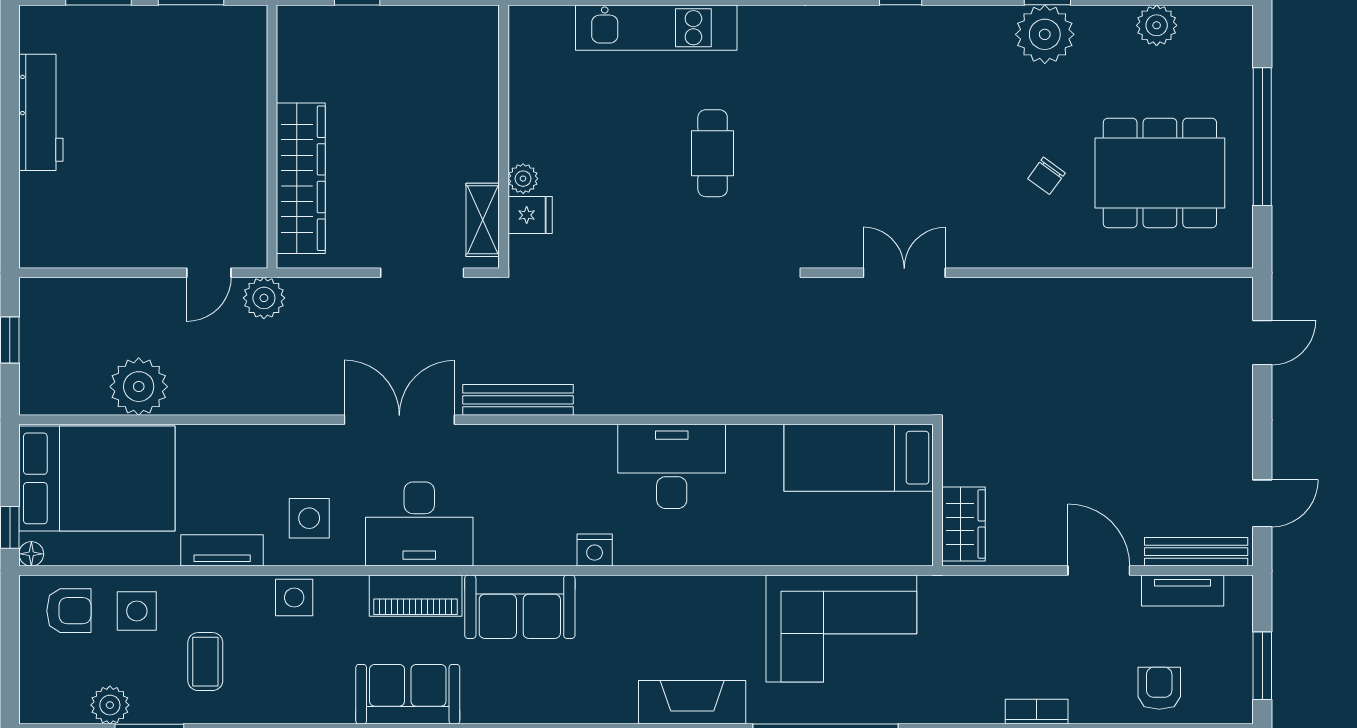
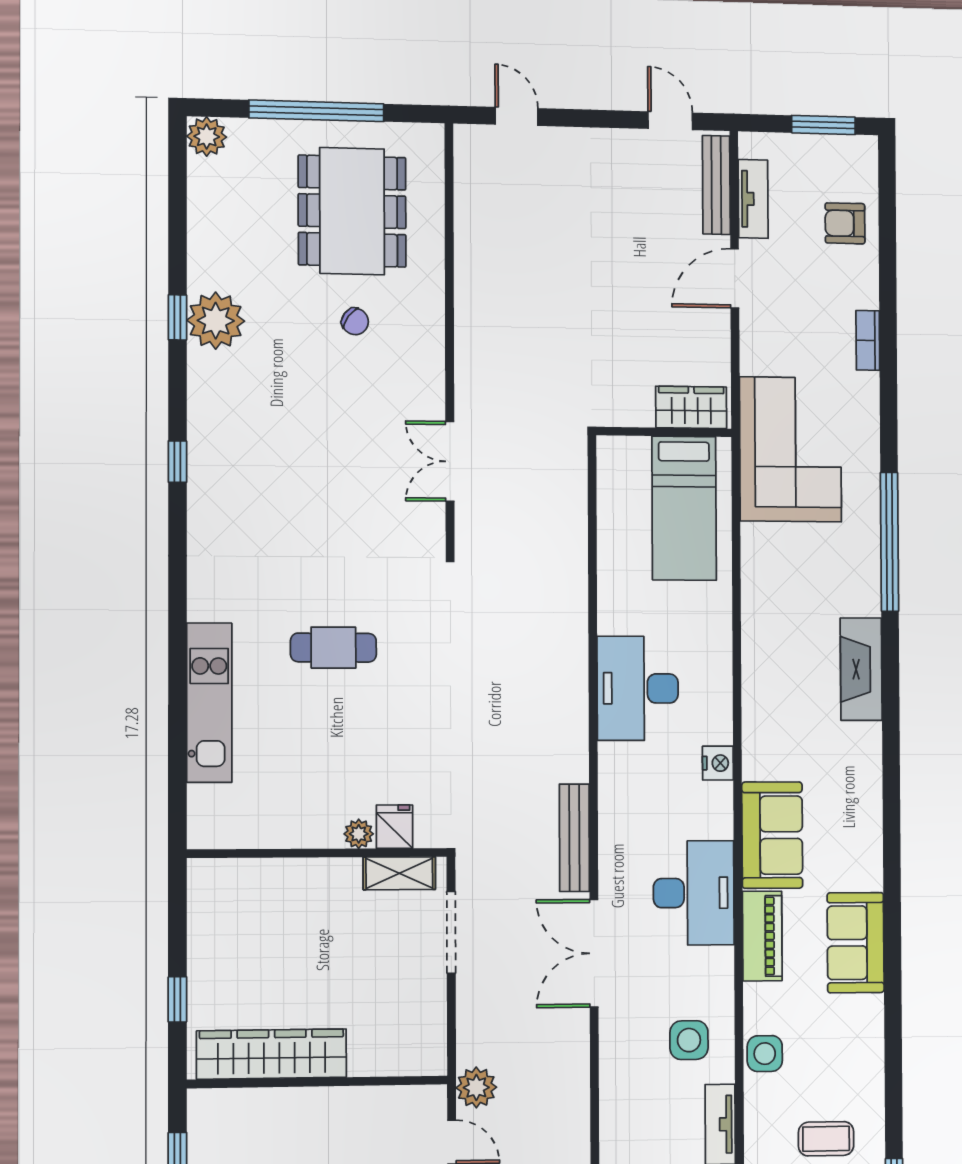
plant: (1157, 25) -> (207, 137), moved
wardrobe: (301, 178) -> (272, 1054), moved
bed: (859, 458) -> (684, 508), moved
desk: (419, 524) -> (694, 893), moved
corner sofa: (841, 629) -> (790, 449), moved

